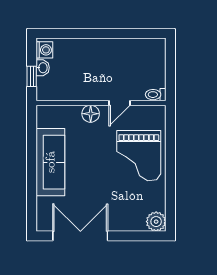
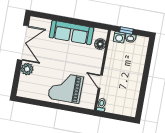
washing machine: (44, 50) -> (119, 37), moved
floor lamp: (91, 114) -> (100, 44), moved
plant: (156, 222) -> (27, 69), moved

